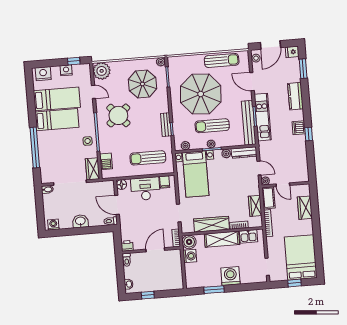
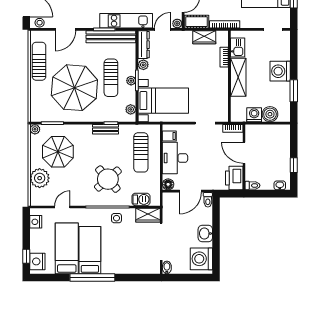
window: (74, 61) -> (26, 256), moved
nightstand: (66, 70) -> (36, 222), moved
plant: (102, 71) -> (40, 178), moved
round table: (118, 115) -> (108, 179), moved
kitchen unit: (263, 117) -> (126, 21), moved
window: (35, 147) -> (92, 278), moved
wardrobe: (212, 224) -> (221, 88), removed
washing machine: (53, 225) -> (201, 259), width x1.89, depth x1.89
boiler: (189, 242) -> (270, 114), moved
printer: (127, 246) -> (234, 178), width x1.87, depth x1.48

